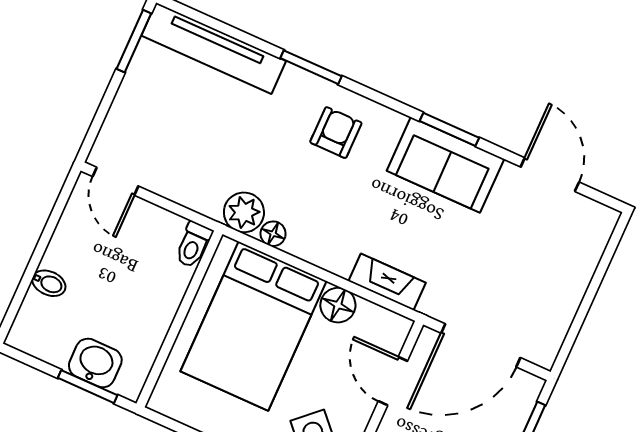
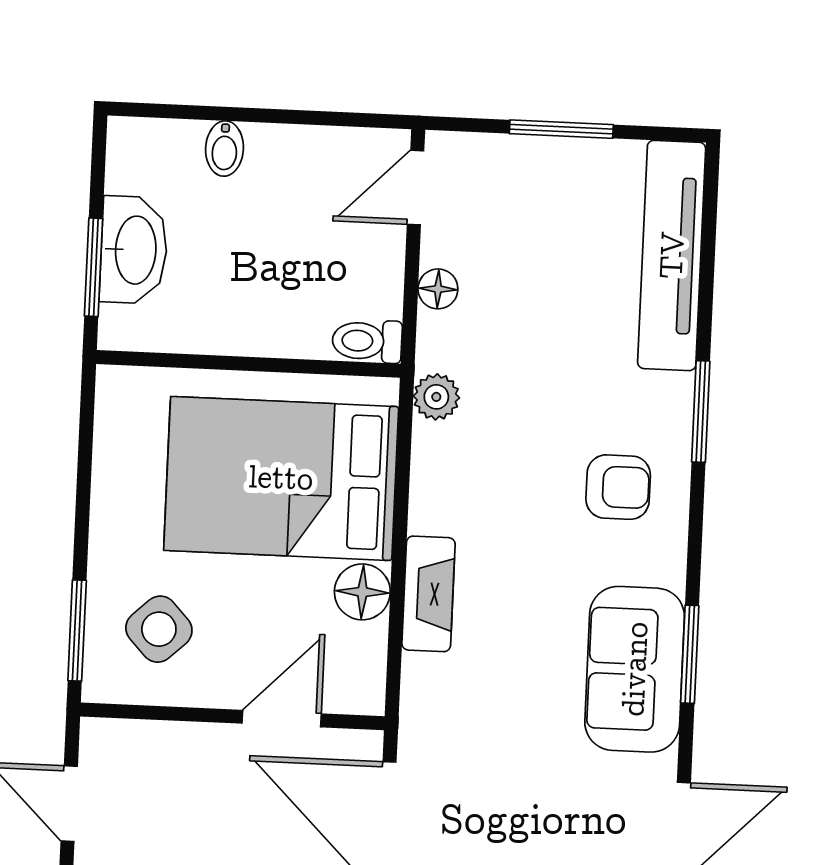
window: (134, 41) -> (561, 129), moved
plant: (244, 212) -> (436, 397), width x0.73, depth x0.73
floor lamp: (273, 234) -> (438, 289), moved
fireplace: (387, 282) -> (428, 594), moved
washbasin: (95, 363) -> (134, 250), width x1.38

